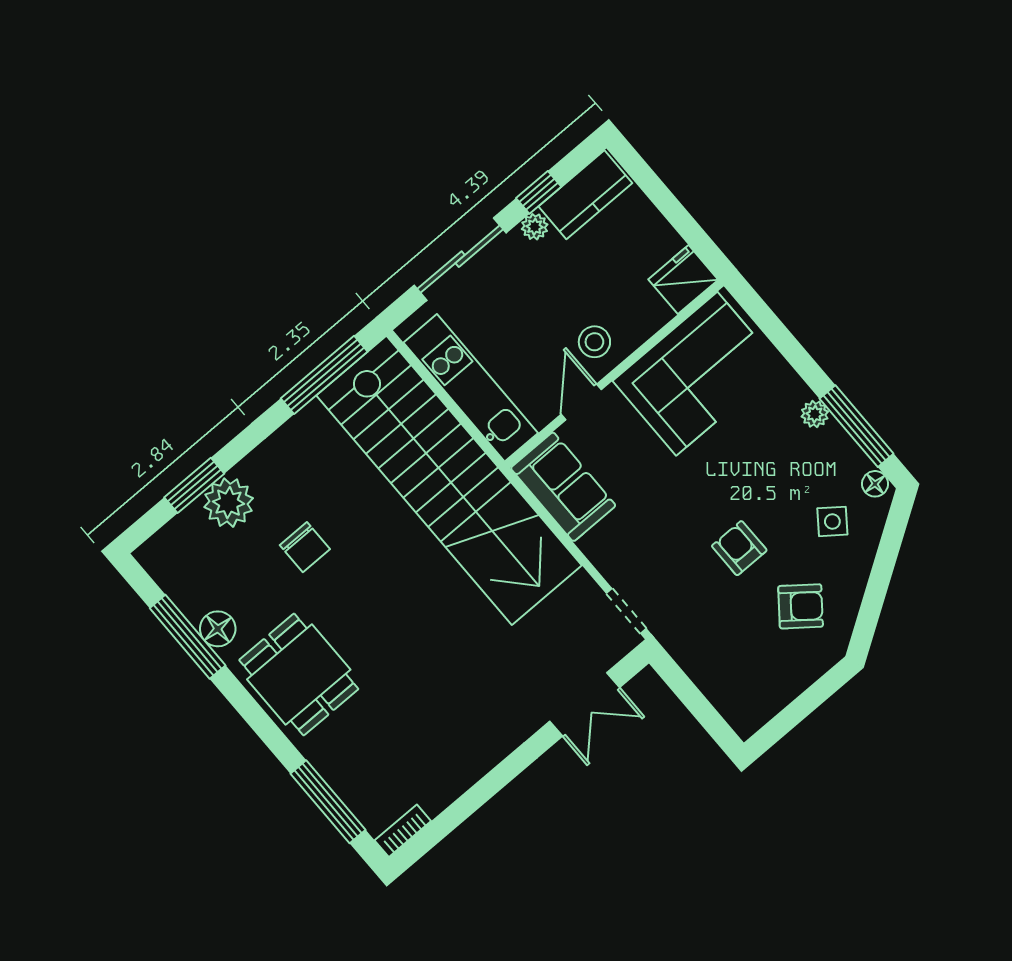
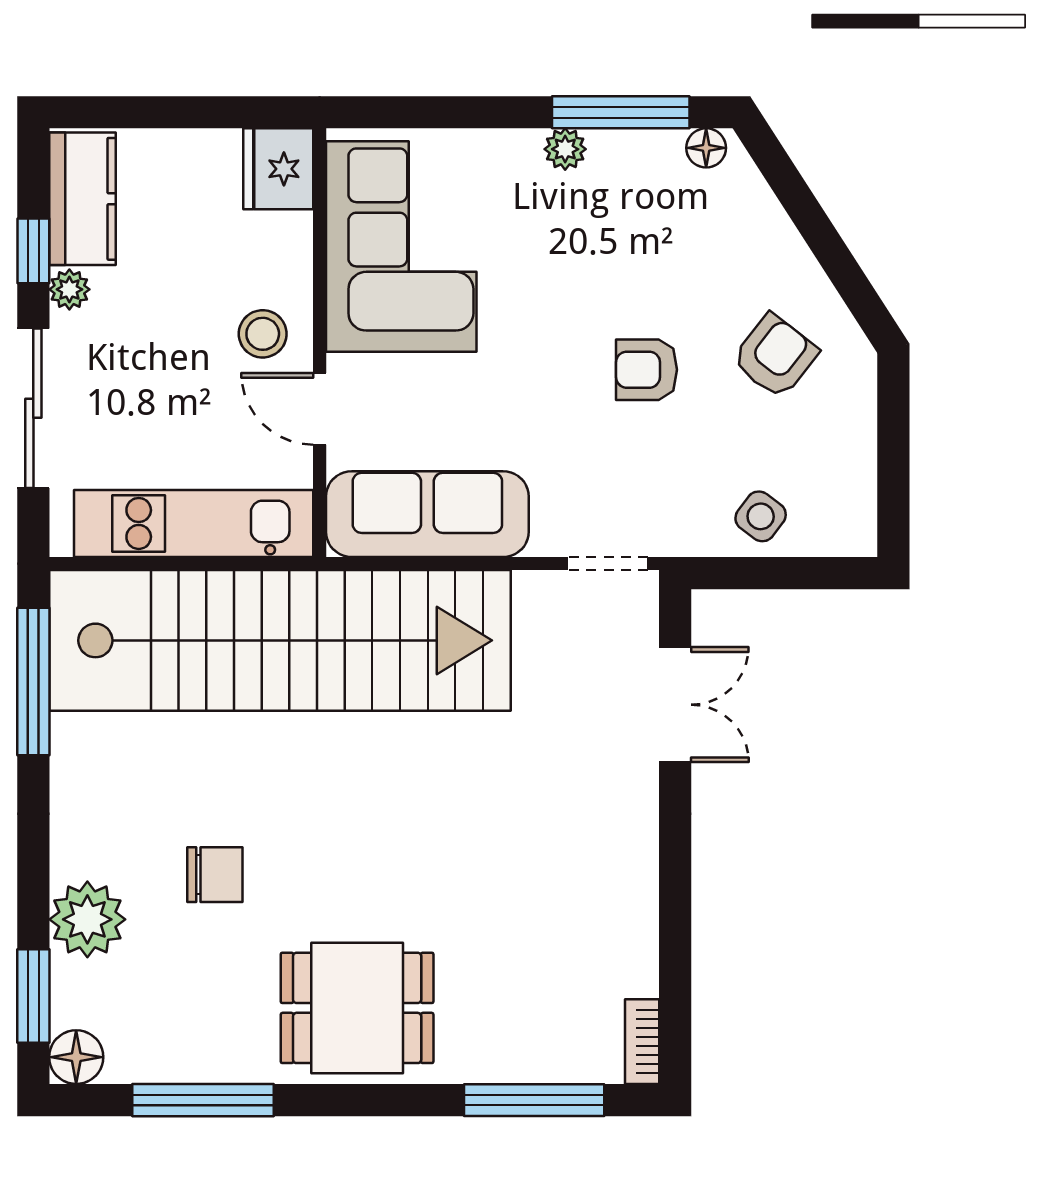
window: (194, 485) -> (33, 996), moved
sofa: (563, 487) -> (427, 514), width x1.36
side table: (832, 521) -> (761, 516), moved
floor lamp: (218, 629) -> (76, 1057), moved

